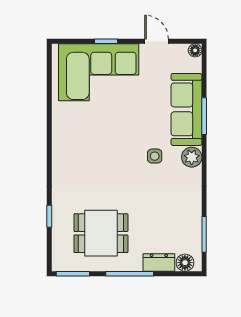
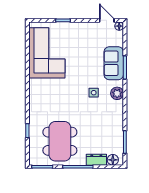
door: (157, 41) -> (107, 20), moved
corner sofa: (99, 72) -> (47, 53), moved, turned -90
sofa: (186, 109) -> (114, 63), width x0.73
dining table: (101, 233) -> (60, 141), width x1.37

